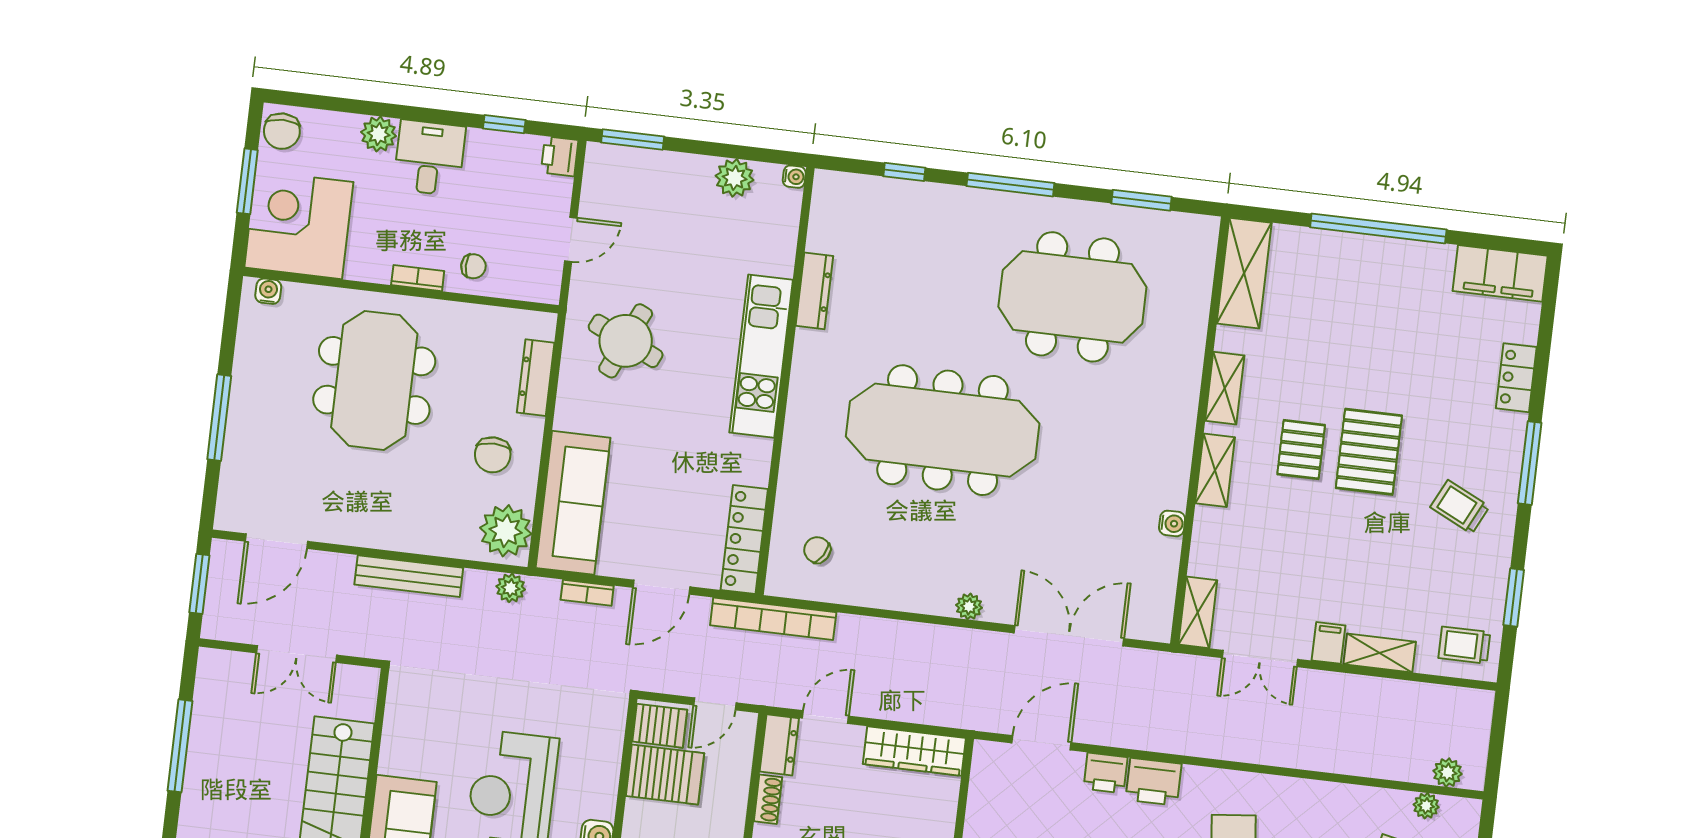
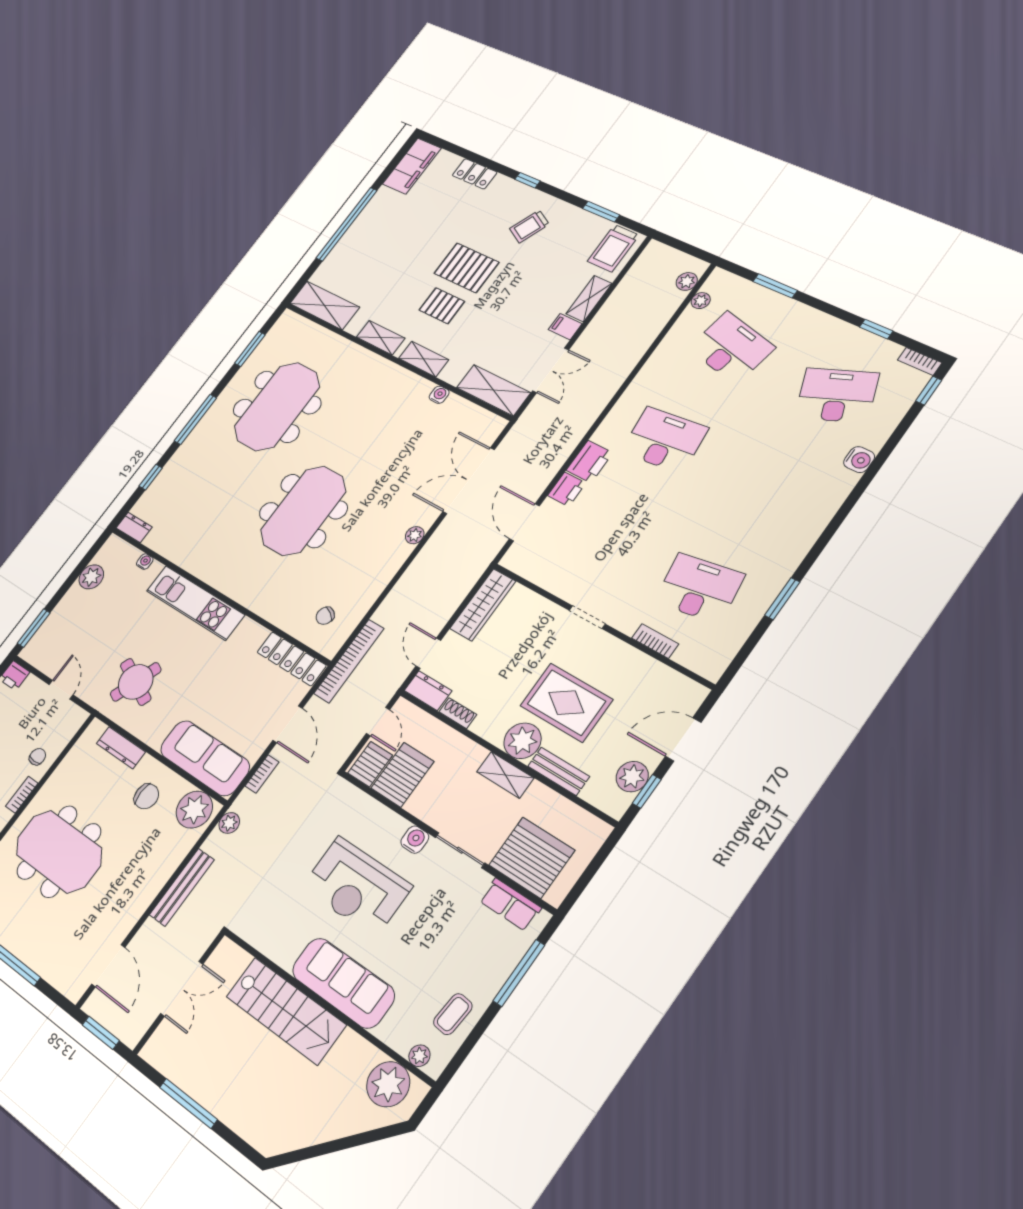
water cooler: (794, 177) -> (145, 562), moved
dresser: (814, 291) -> (134, 527), moved, width x0.70
meeting table: (943, 430) -> (303, 511), width x0.73
window: (1530, 463) -> (528, 180), width x0.46
shelving: (1198, 612) -> (493, 390), width x1.50, depth x1.33
trolley: (1464, 645) -> (613, 248), width x1.36, depth x1.39

